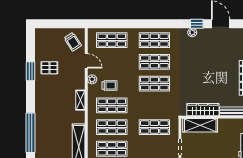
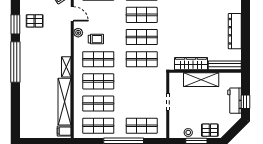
shelving: (80, 100) -> (66, 67), moved
shelving: (200, 125) -> (201, 80), moved
shop shelf: (154, 127) -> (142, 59), moved
window: (31, 133) -> (15, 62), moved

